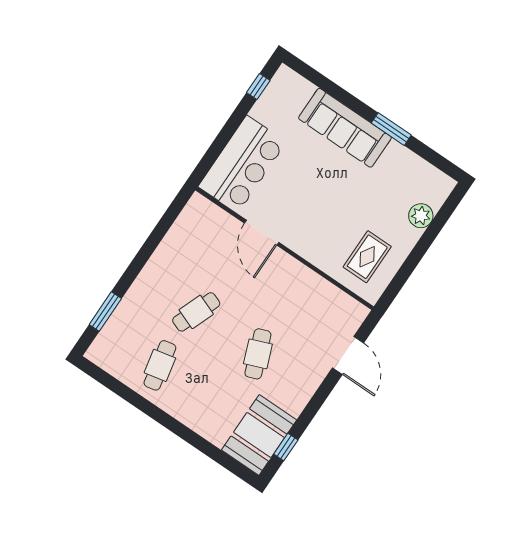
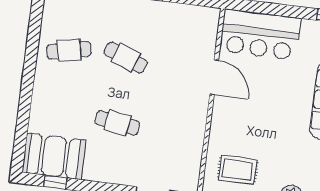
door: (262, 233) -> (214, 77), swing flipped
cafe table: (258, 354) -> (117, 123), turned 30

